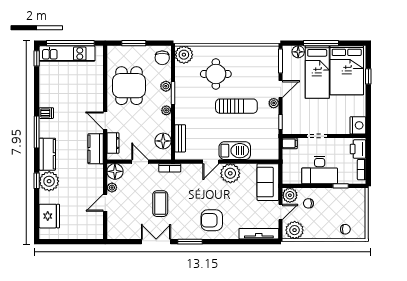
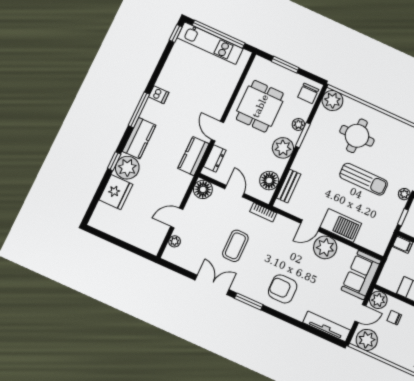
plant: (166, 110) -> (283, 148), width x1.88, depth x1.88
plant: (112, 188) -> (175, 241), moved
fridge: (49, 216) -> (116, 192), moved

